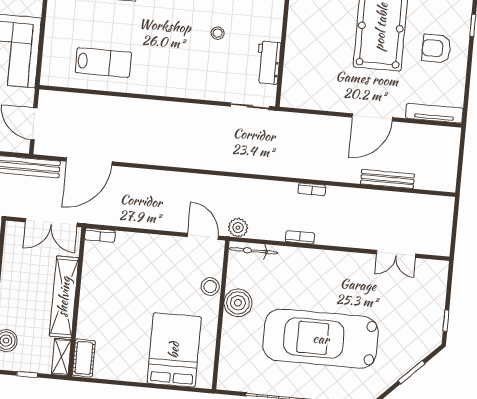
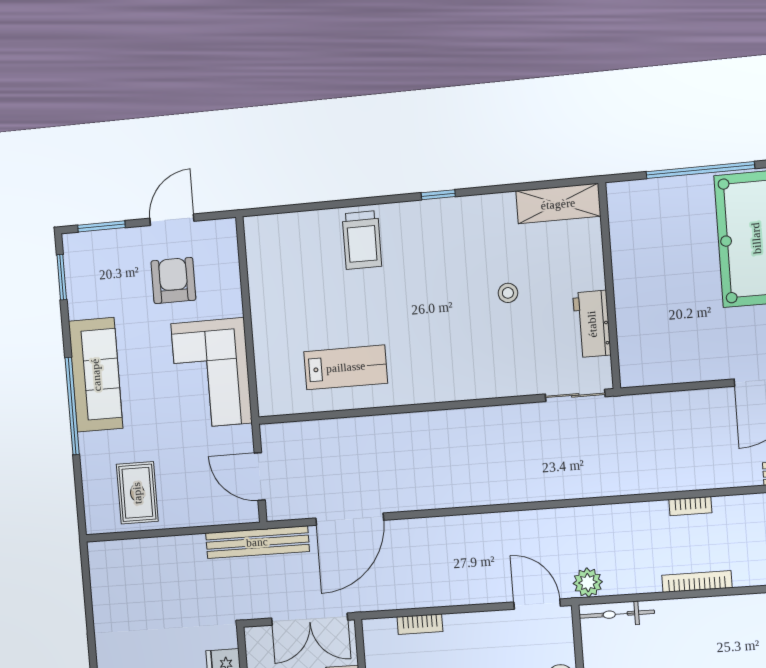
bookcase: (100, 235) -> (420, 624), moved
bookcase: (300, 237) -> (697, 581), width x1.56

